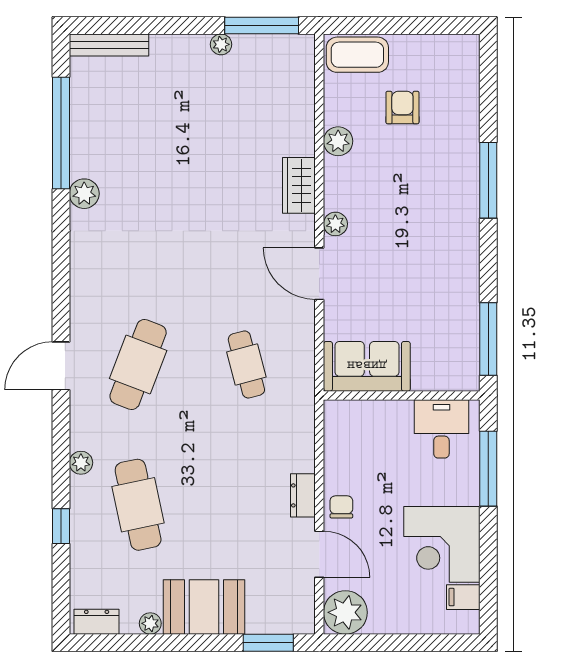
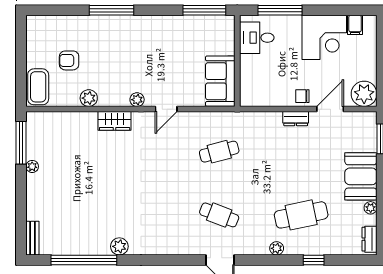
bench: (109, 45) -> (32, 238), width x0.73
door: (319, 274) -> (166, 109), width x0.73
cafe table: (138, 364) -> (219, 215), width x0.73, depth x0.74

